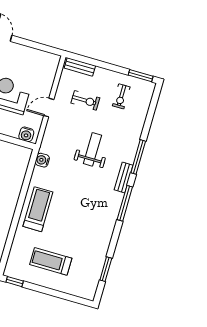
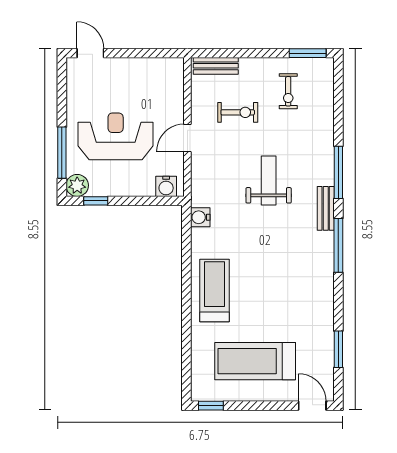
treadmill: (51, 261) -> (255, 361), width x1.37, depth x1.38
door: (79, 300) -> (312, 406), added

